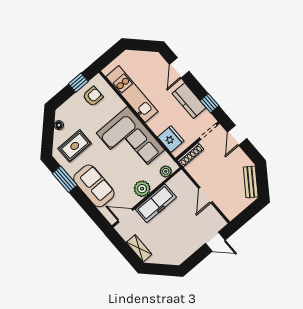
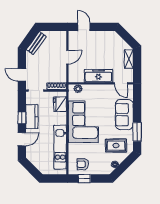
window: (209, 103) -> (22, 118), moved
door: (237, 135) -> (22, 75), swing flipped
plant: (142, 189) -> (99, 90), removed

